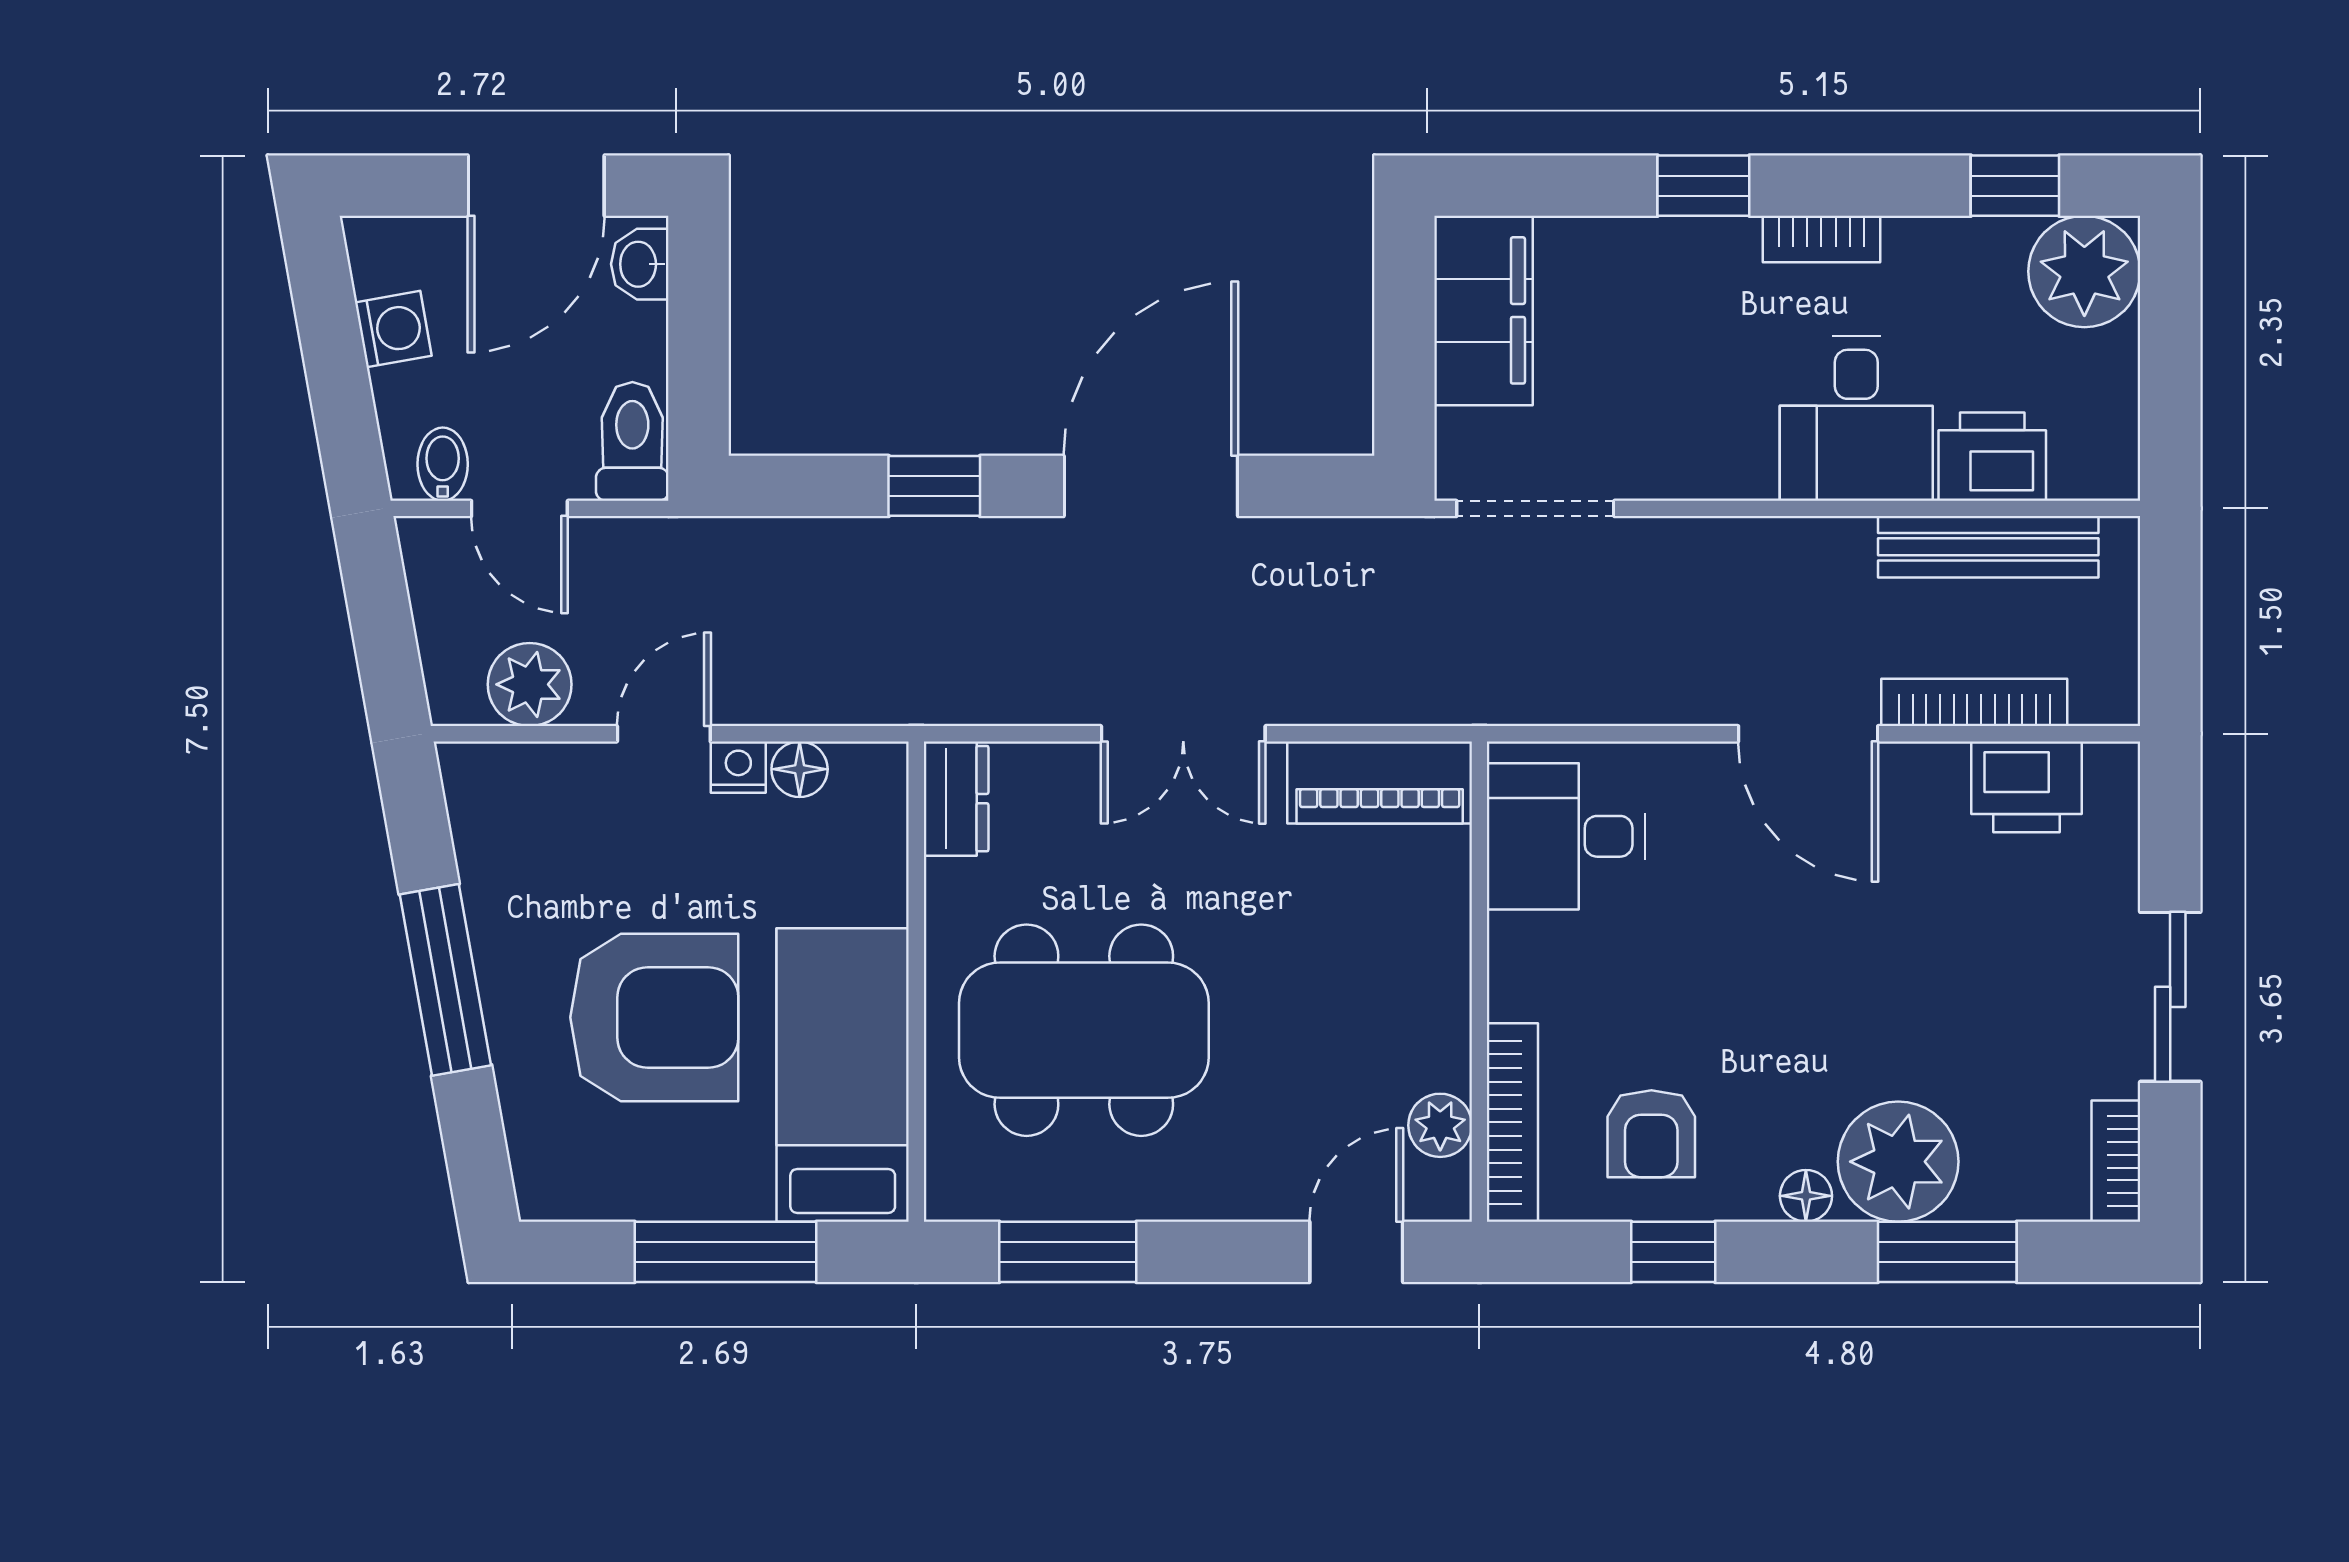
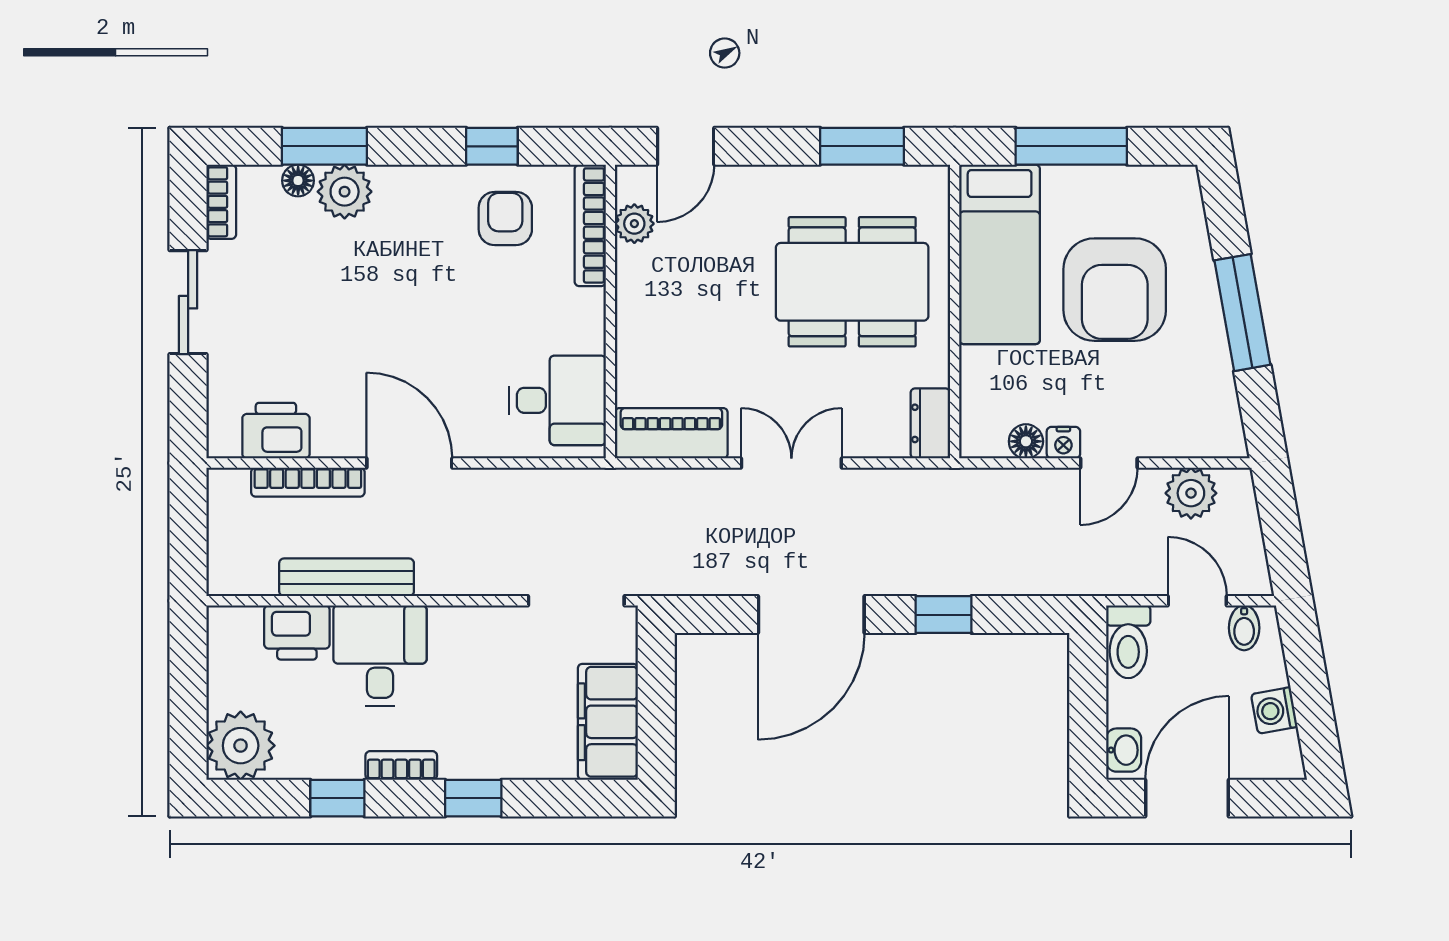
window: (2015, 186) -> (337, 798), moved
bench: (1988, 547) -> (347, 577), moved
armchair: (654, 1017) -> (1115, 290), turned -90
plant: (1898, 1162) -> (345, 192), width x0.73, depth x0.73
floor lamp: (1806, 1196) -> (298, 181), moved

